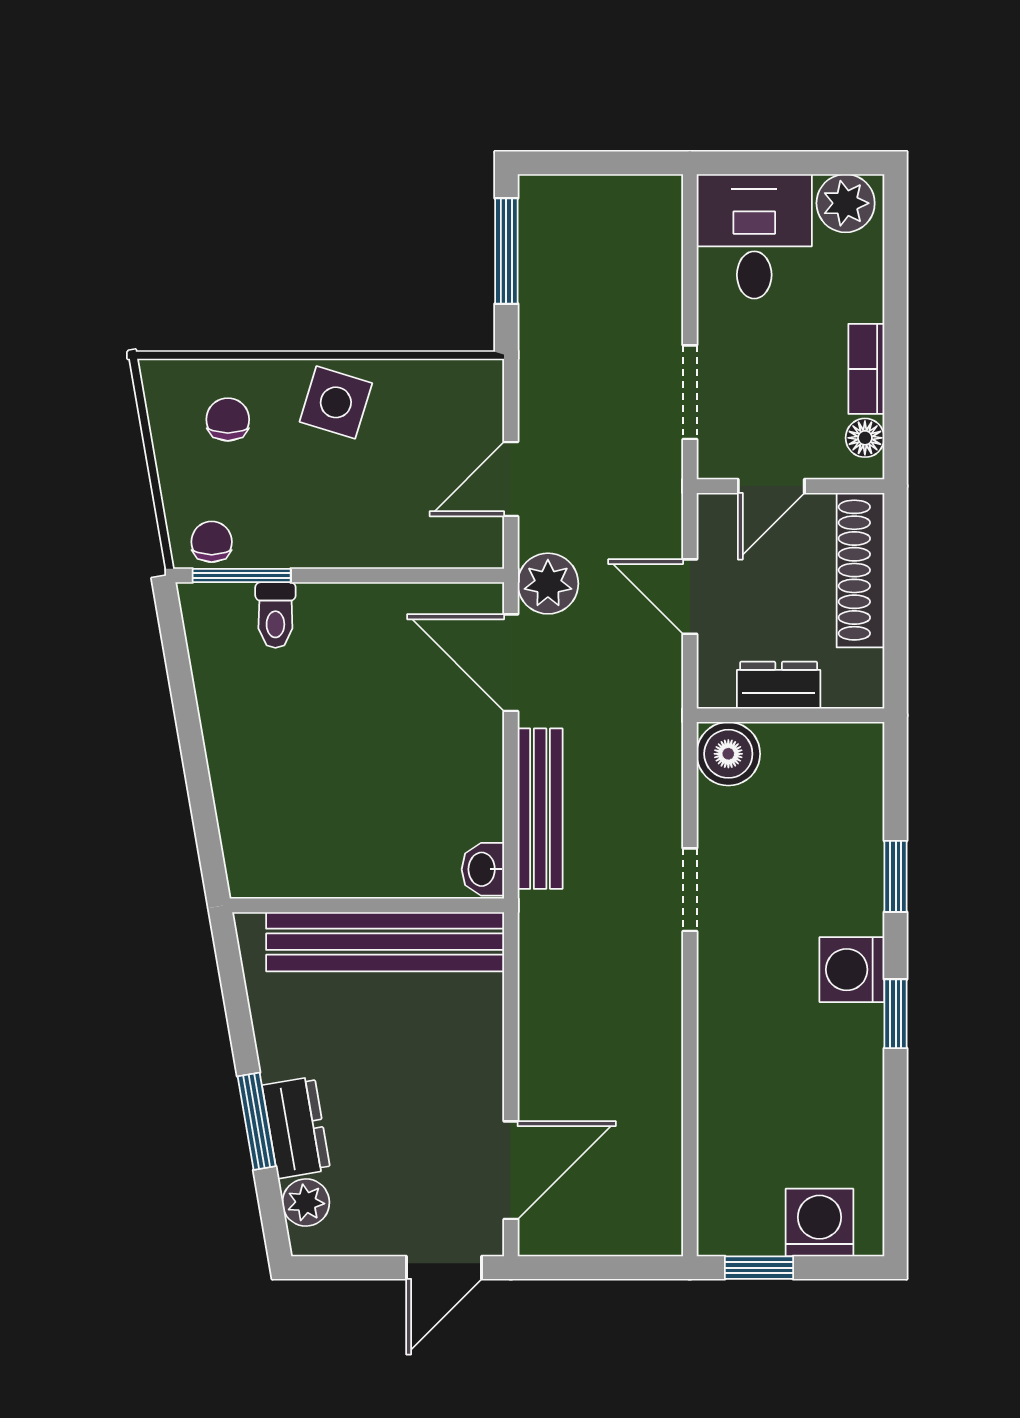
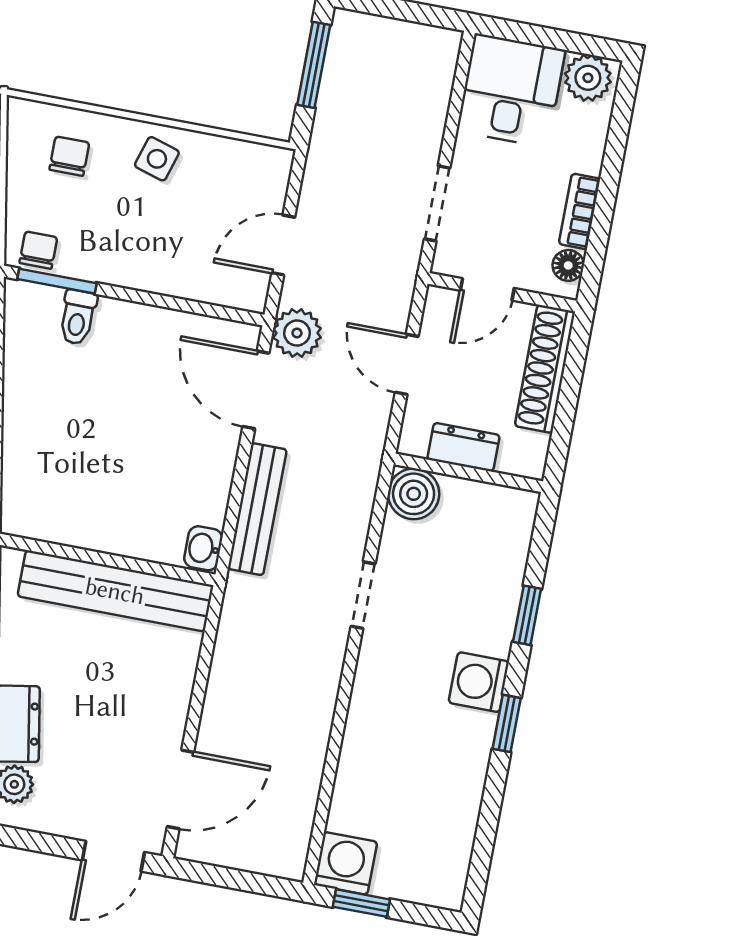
side table: (336, 402) -> (157, 159), width x0.73, depth x0.73
washing machine: (819, 1223) -> (346, 863), moved

